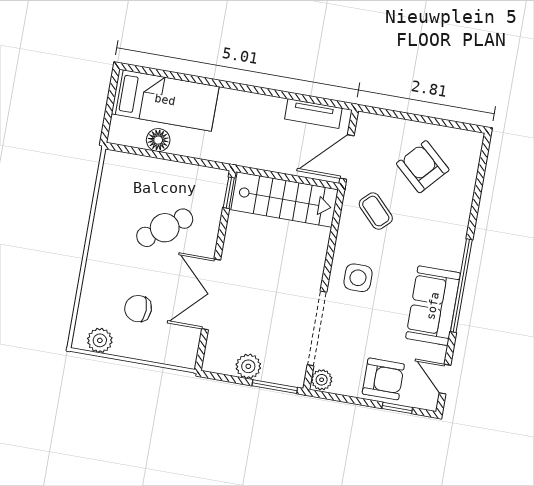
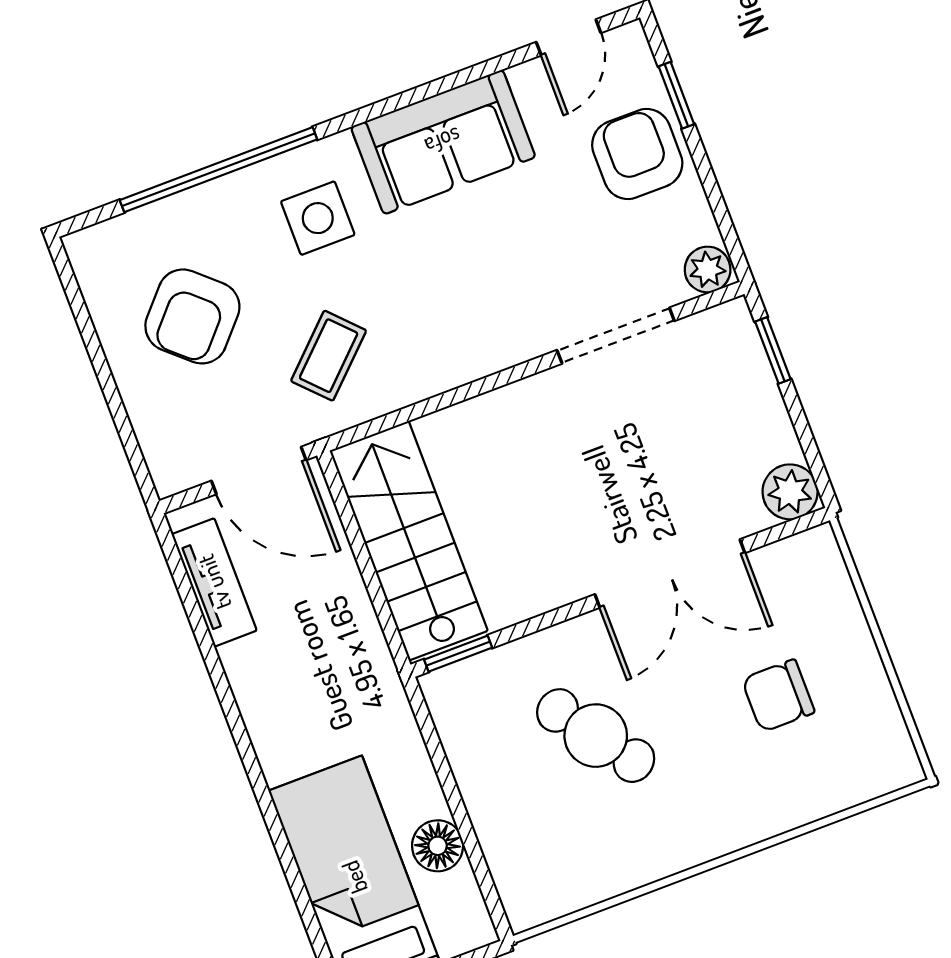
side table: (358, 278) -> (318, 218), moved
window: (461, 286) -> (218, 170), moved
chair: (138, 309) -> (778, 696), turned 90
doorway: (317, 328) -> (616, 336), width x0.73
plant: (100, 340) -> (881, 732), removed
plant: (248, 366) -> (790, 492), moved
window: (275, 387) -> (773, 350), width x0.67

